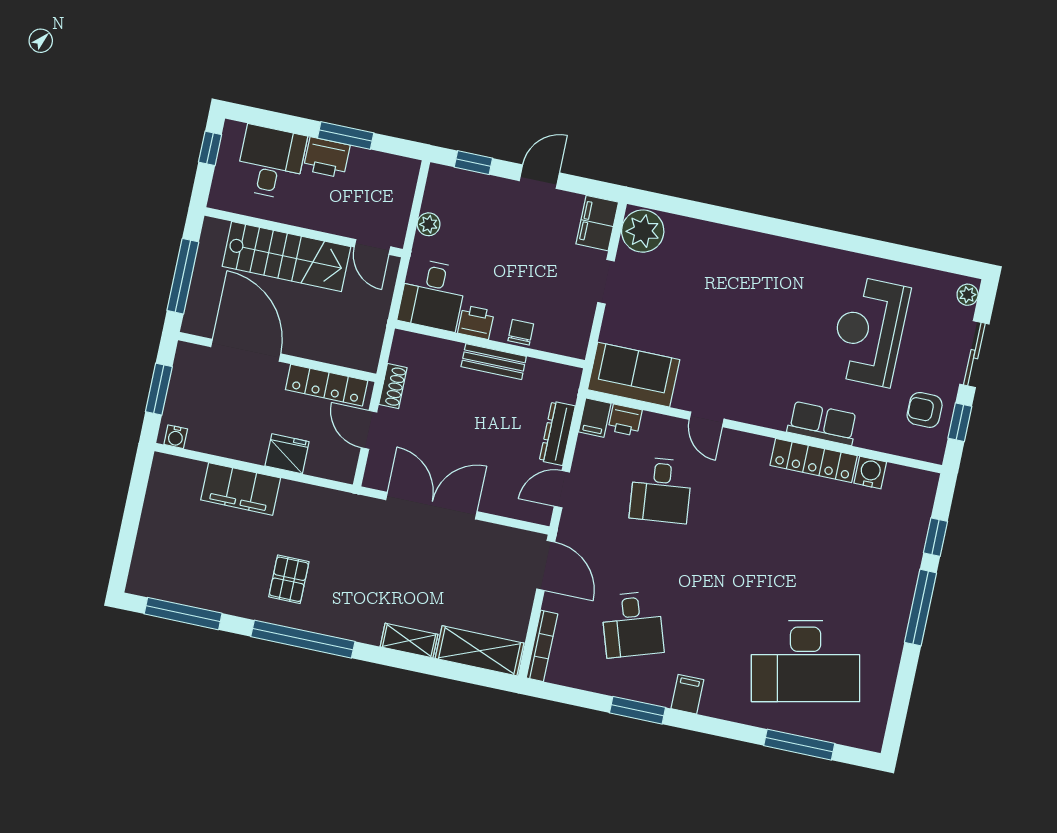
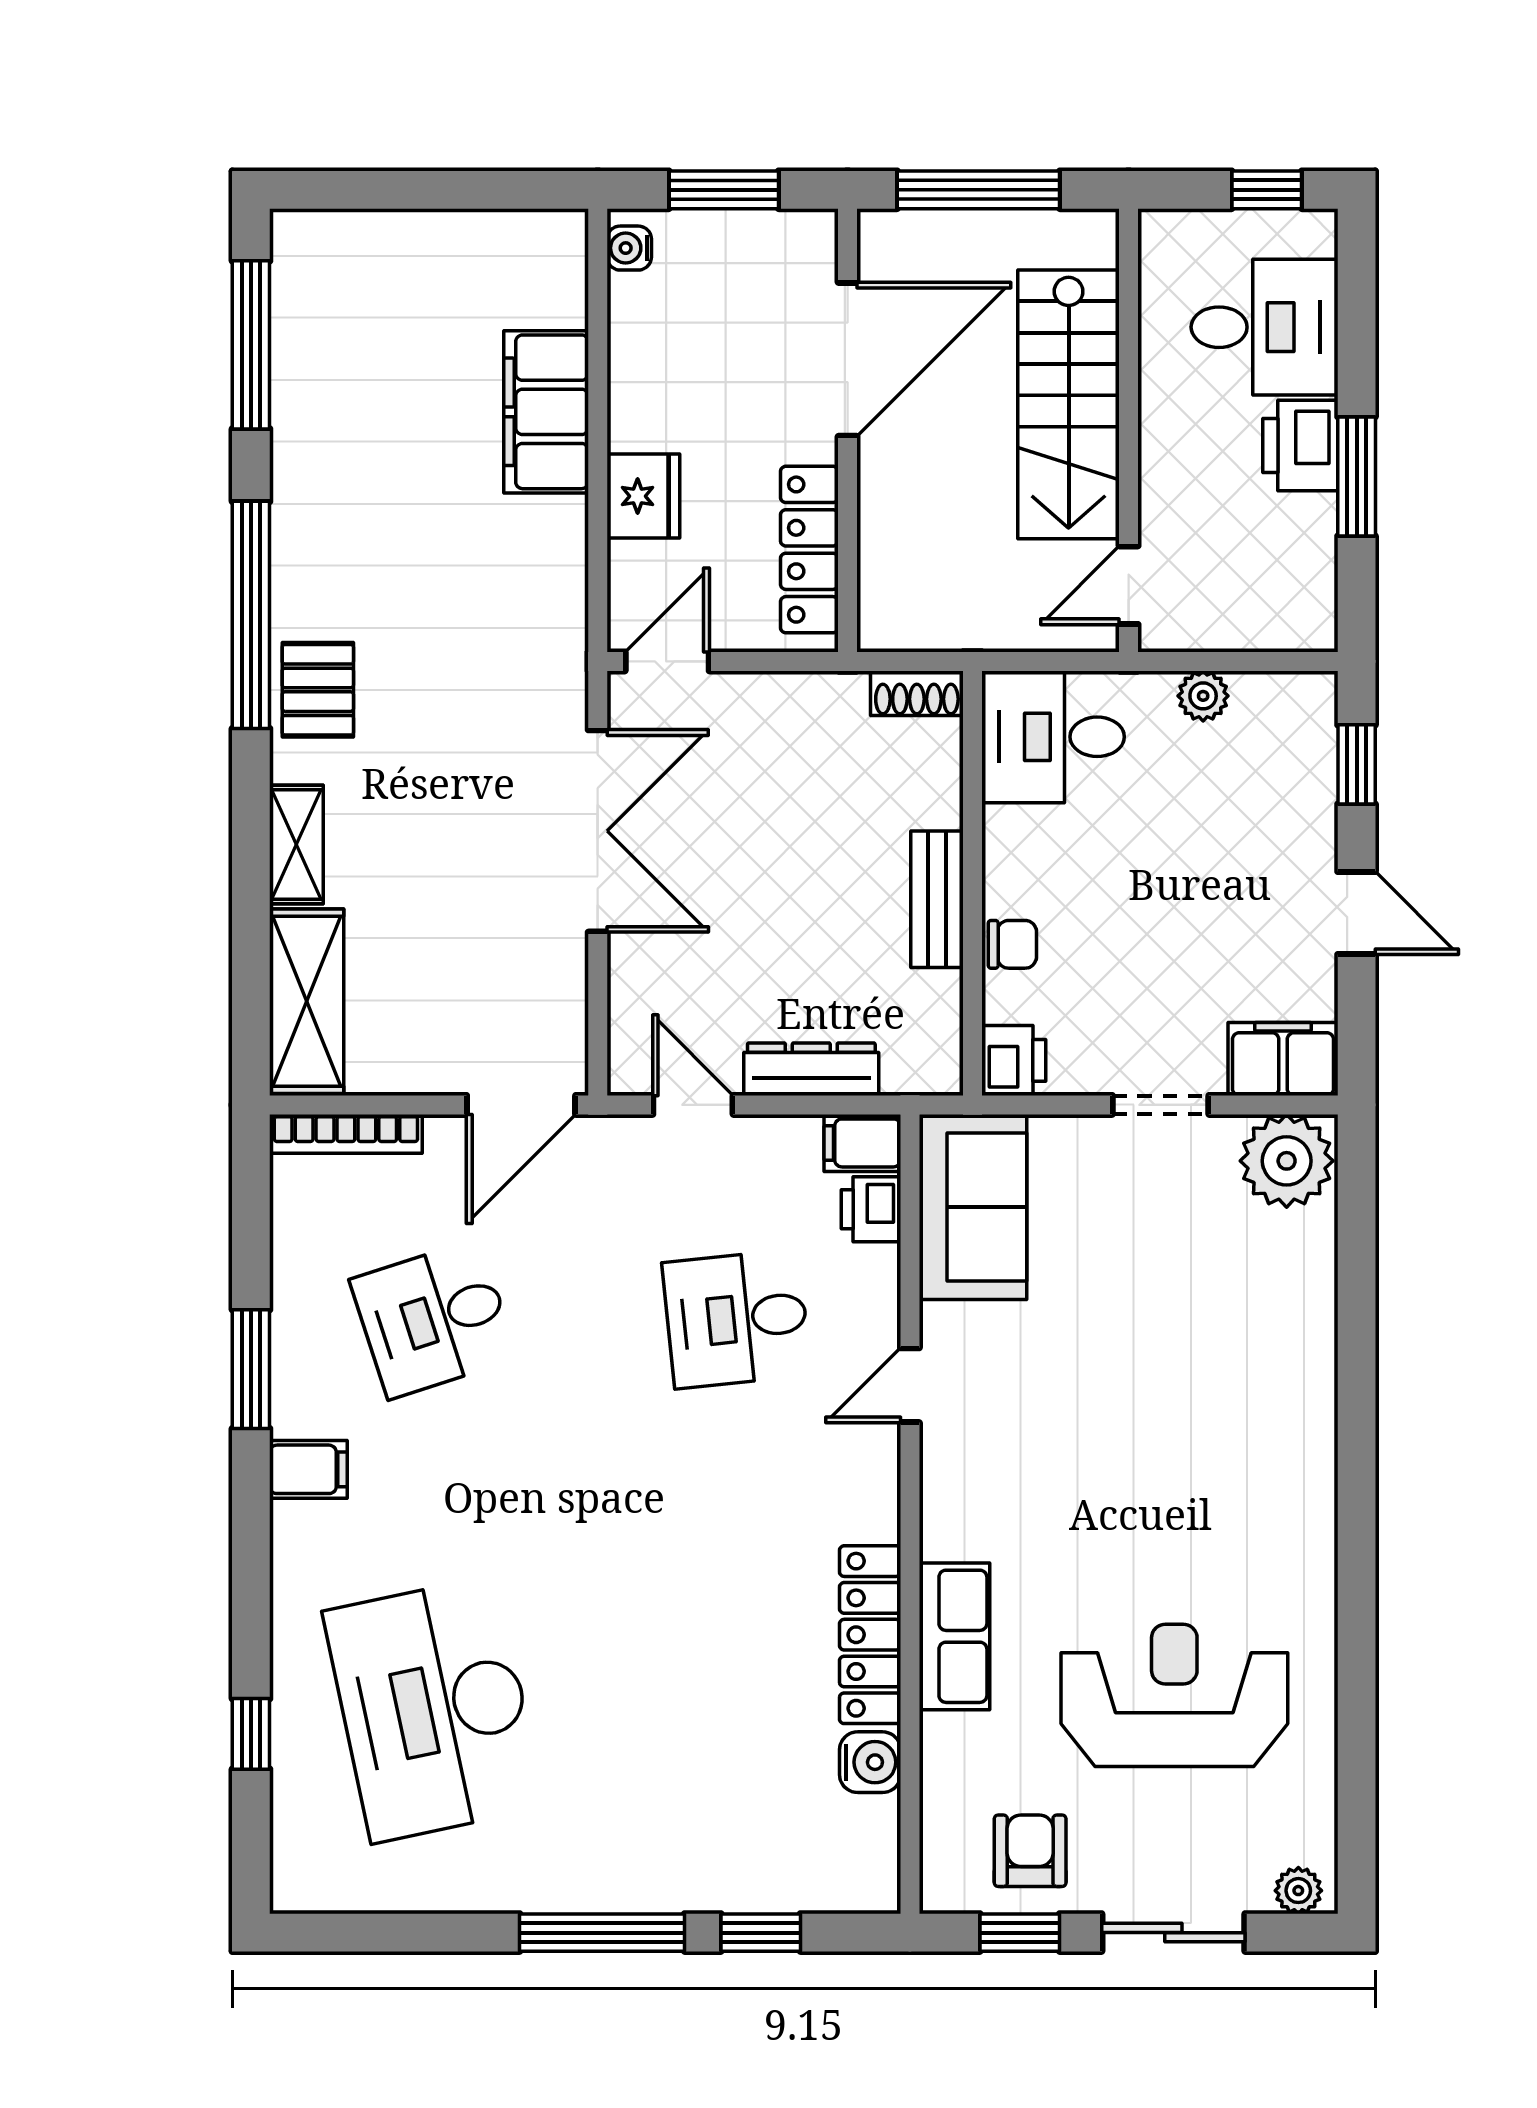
printer: (476, 322) -> (1014, 1060), moved
shoe rack: (393, 386) -> (917, 693), moved
door: (369, 430) -> (667, 661), moved
pallet: (289, 579) -> (318, 690), moved, turned 90
window: (799, 745) -> (251, 1734), width x0.46

